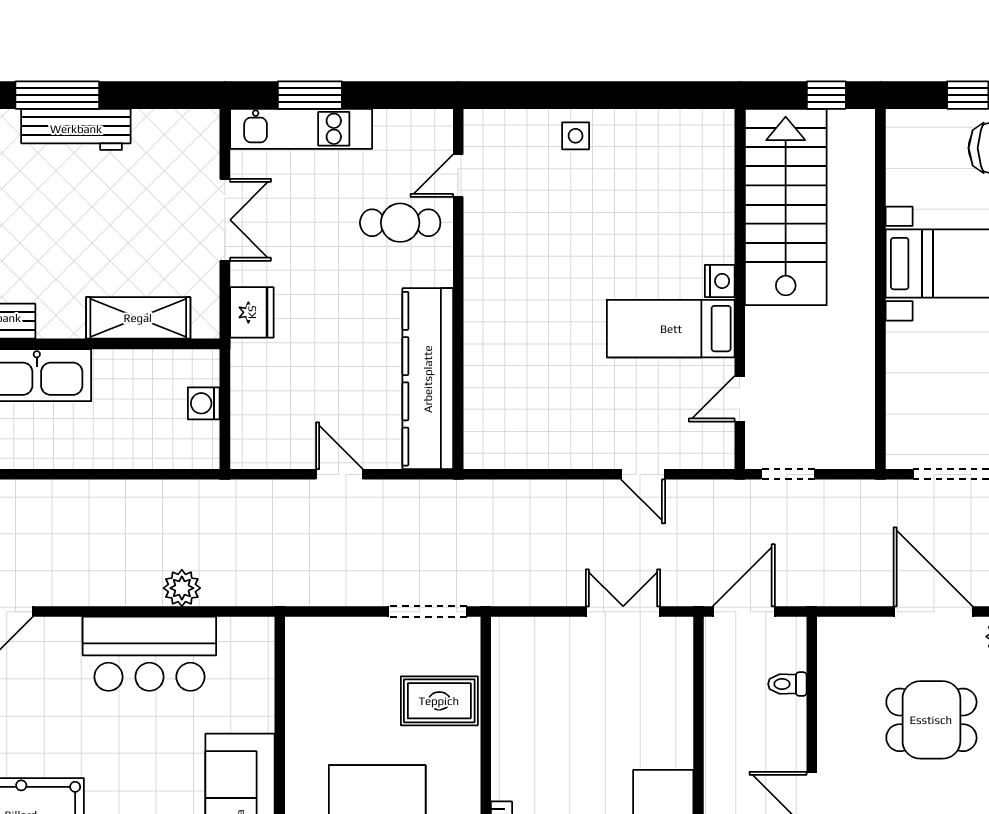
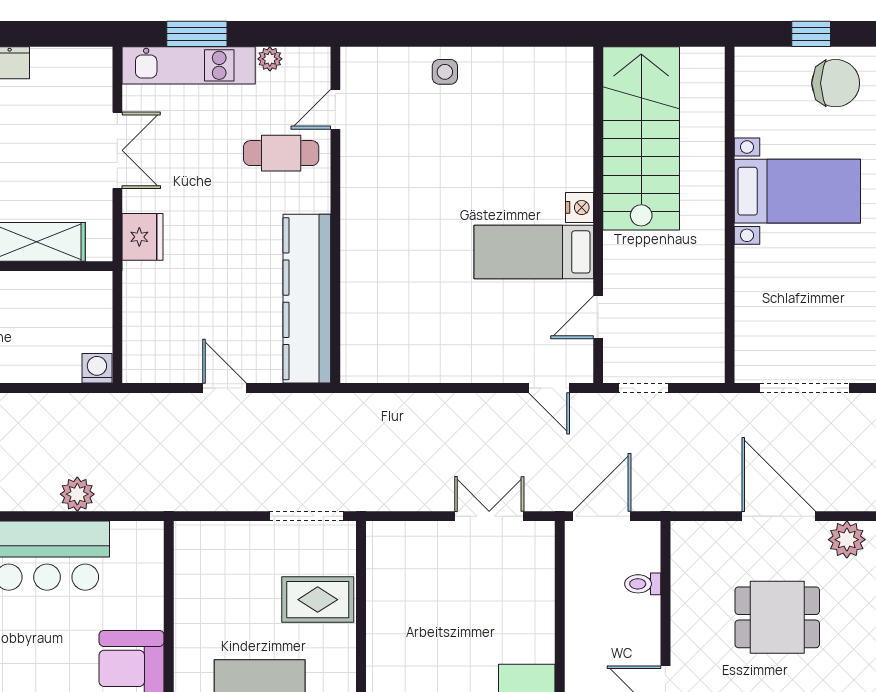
window: (826, 95) -> (679, 34), removed
plant: (388, 122) -> (270, 59), added
washing machine: (204, 403) -> (97, 368), moved, turned 90
door: (643, 474) -> (549, 388), moved

